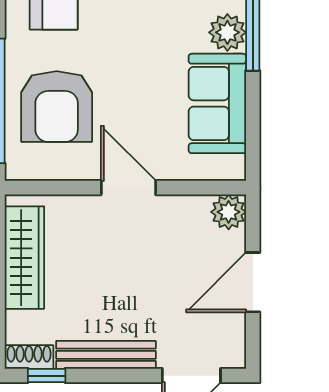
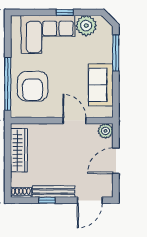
plant: (227, 32) -> (105, 55), removed
door: (128, 188) -> (74, 121), moved
window: (47, 376) -> (47, 200), moved

